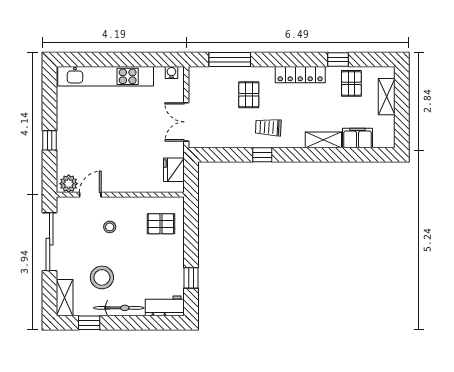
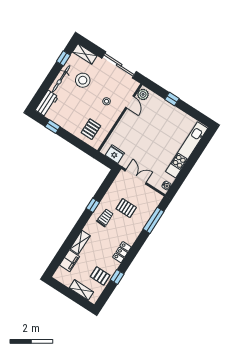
locker: (300, 75) -> (122, 252), width x0.66
pallet: (249, 95) -> (126, 208), moved

